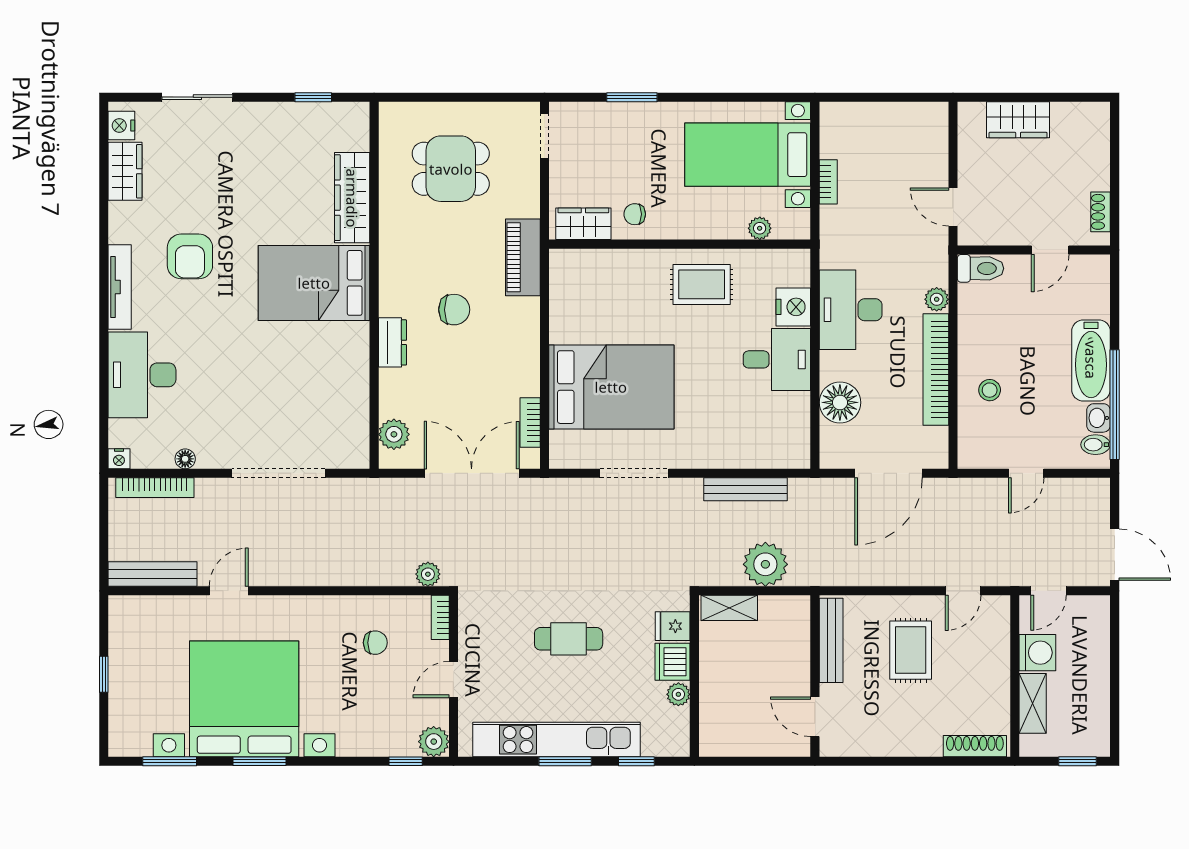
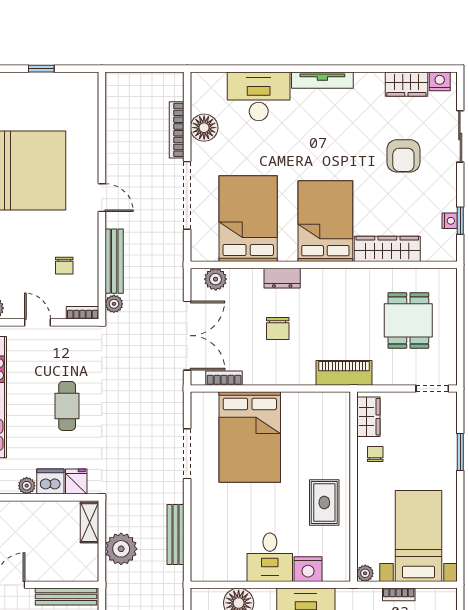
plant: (760, 228) -> (365, 573), moved
armchair: (190, 256) -> (403, 156), moved, turned -90
chair: (454, 310) -> (278, 329), moved
bed: (310, 389) -> (248, 219), added
nightstand: (119, 459) -> (450, 221), moved, turned 180
floor lamp: (185, 459) -> (204, 128), width x1.89, depth x1.89
bookcase: (155, 488) -> (177, 130), moved
bench: (152, 574) -> (114, 261), moved
door: (229, 591) -> (102, 198), moved

